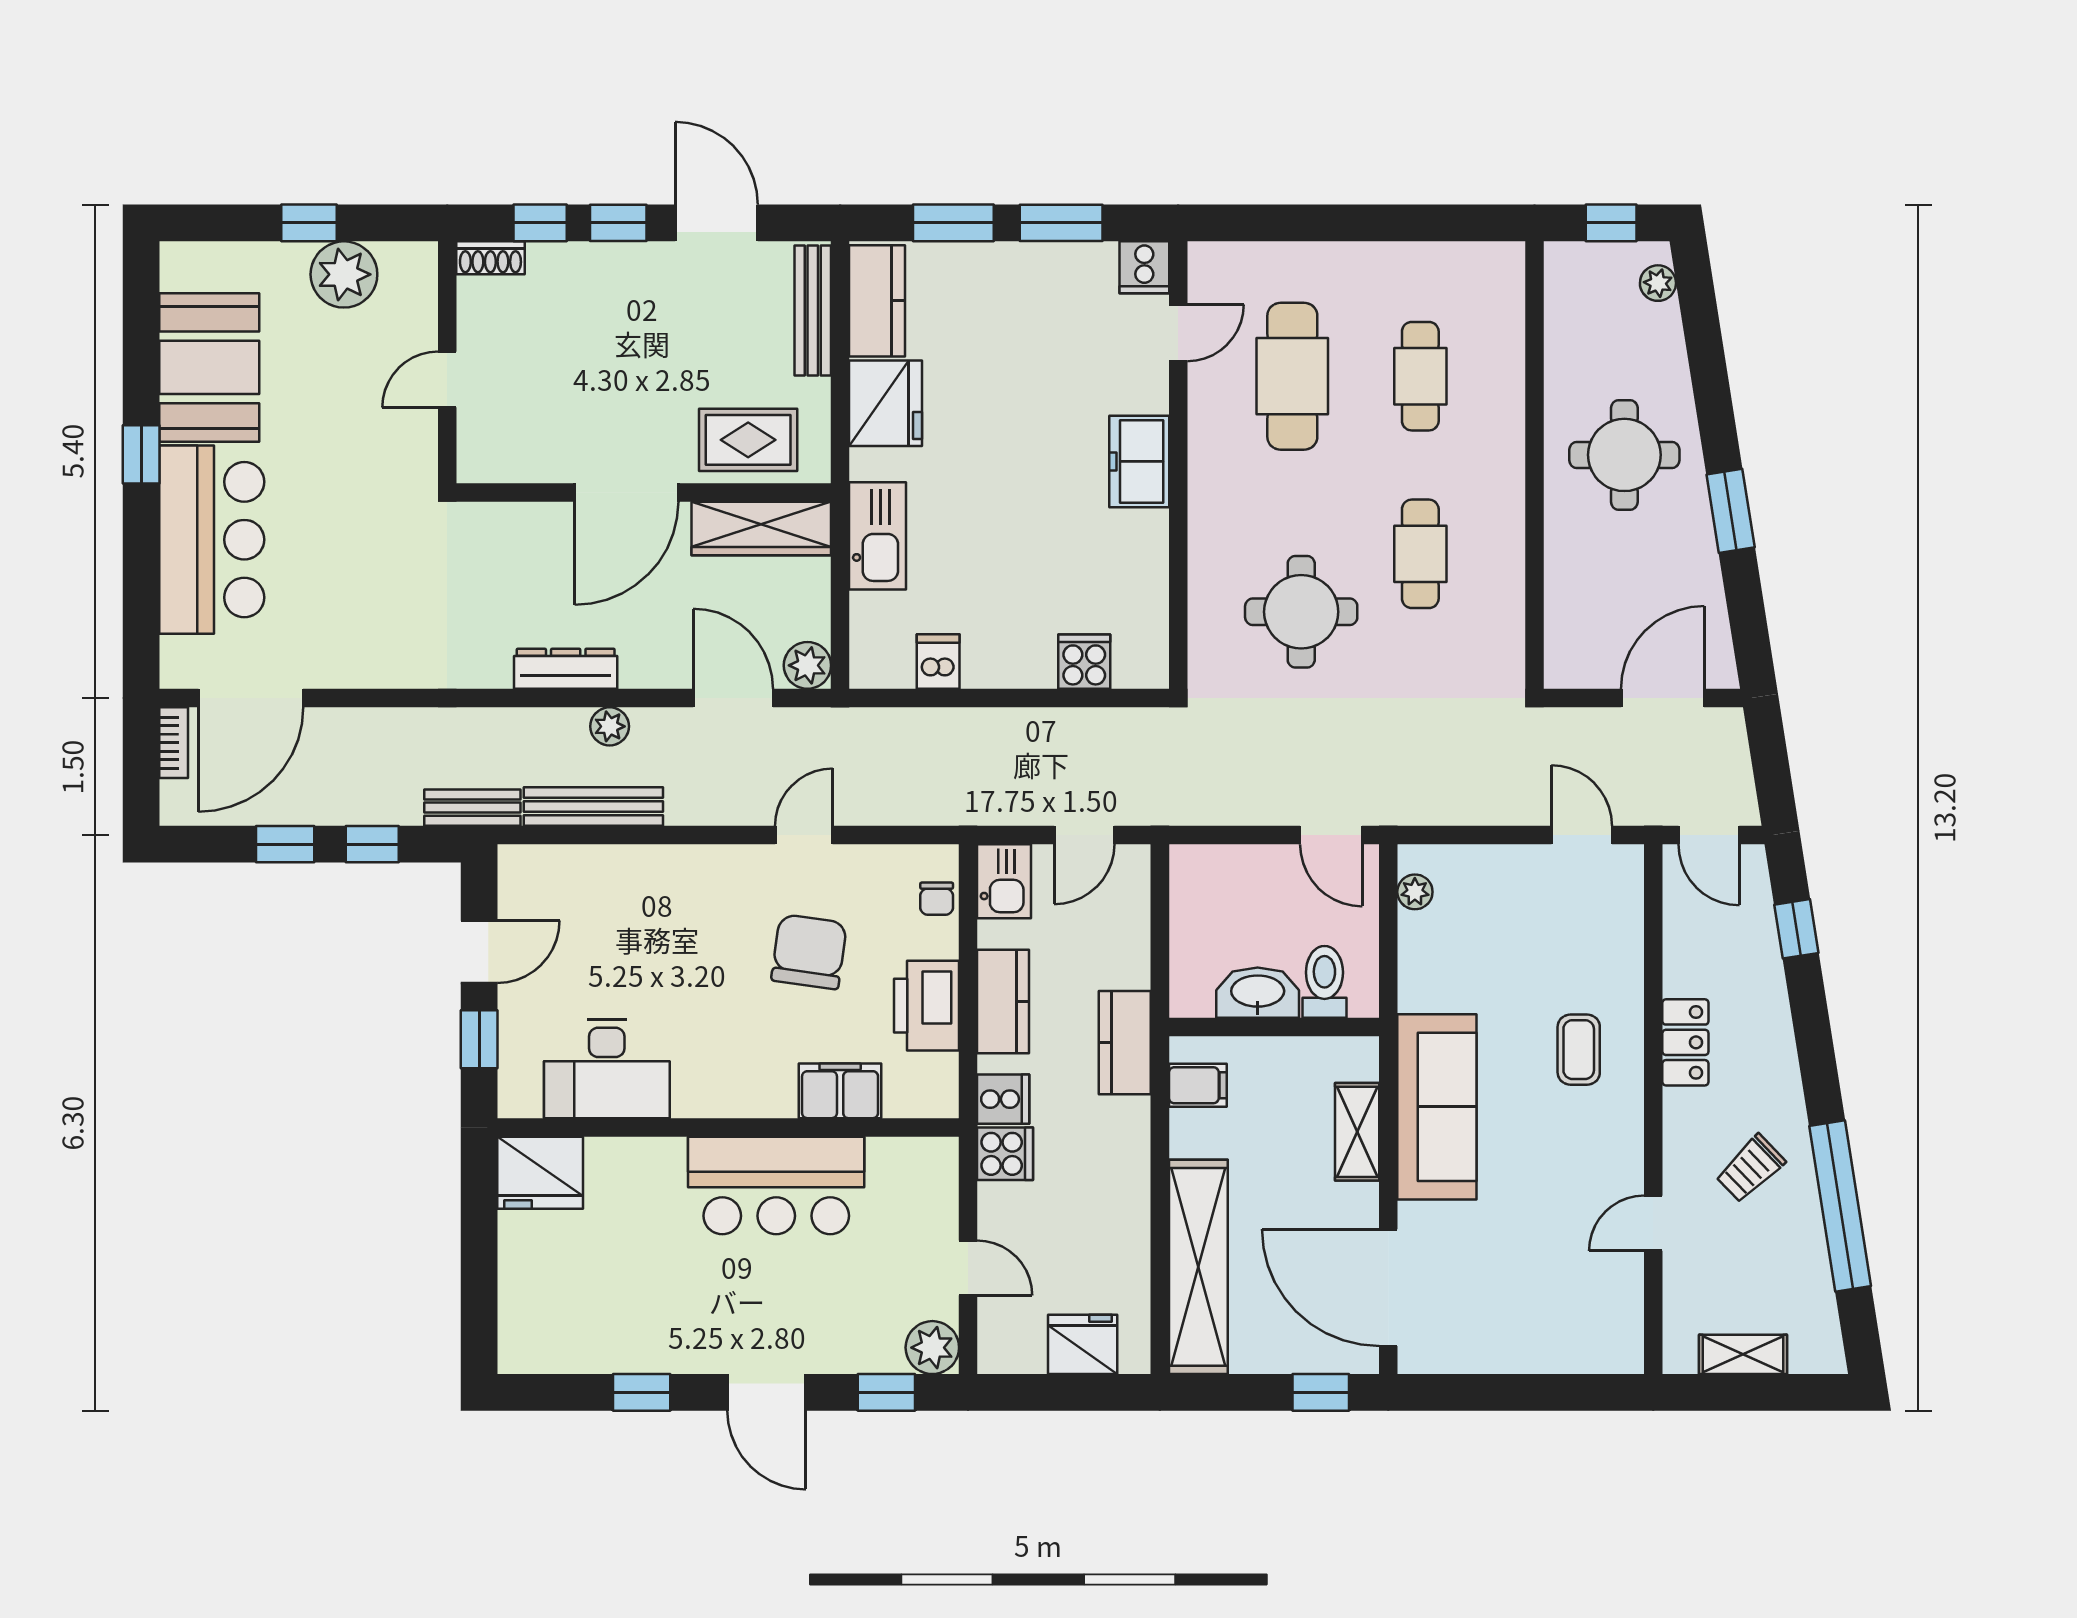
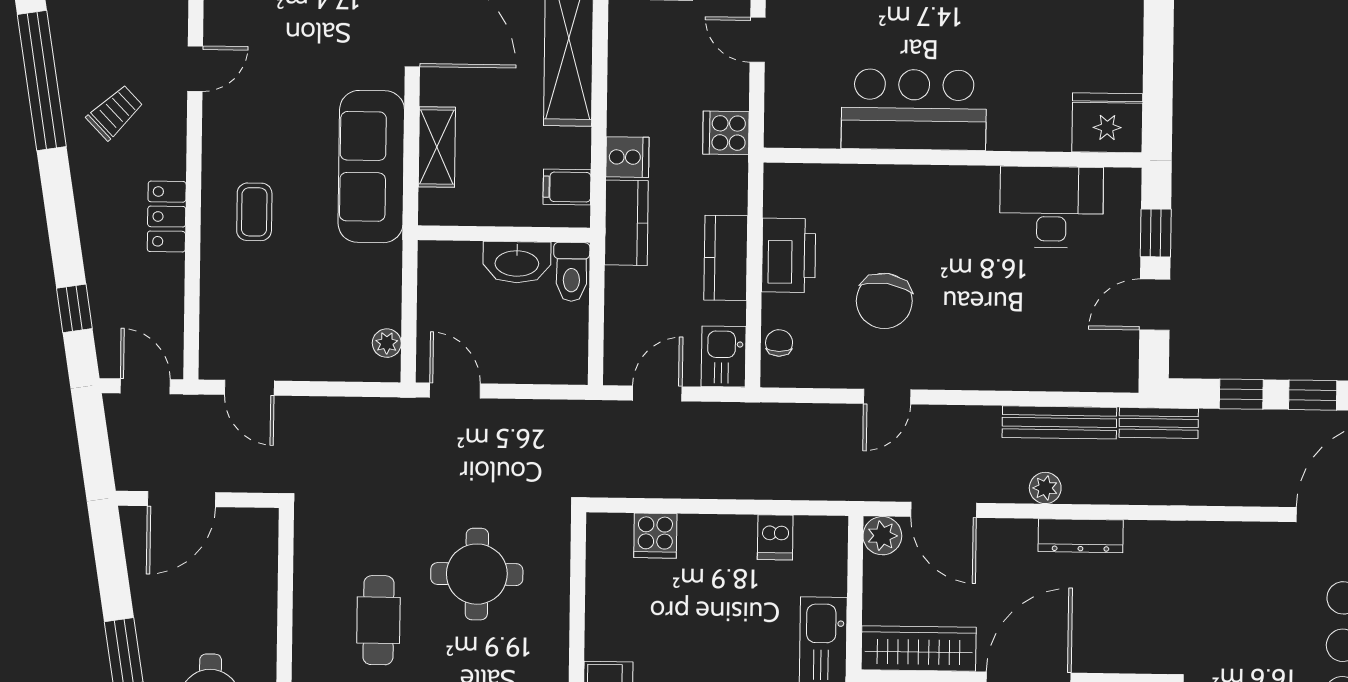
toilet: (1324, 982) -> (572, 272), moved
filing cabinet: (840, 1091) -> (860, 186), removed
cooker: (1003, 1099) -> (627, 157), moved, turned 180

